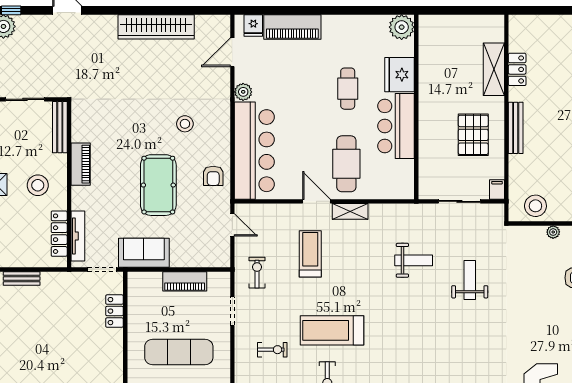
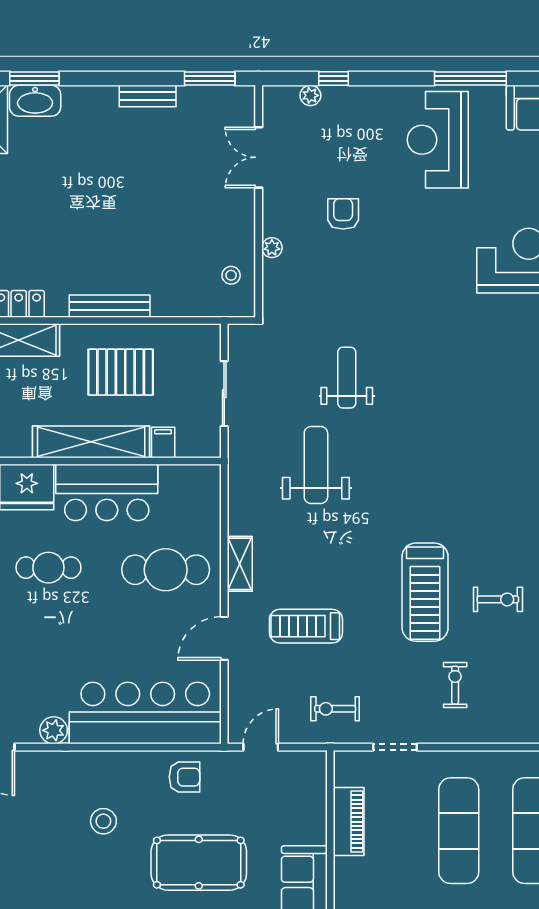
shelving: (428, 116) -> (91, 442), added
filing cabinet: (497, 190) -> (163, 442), moved, turned 90
door: (317, 201) -> (224, 638), moved
stool: (535, 206) -> (231, 275), width x0.53, depth x0.53
weight bench: (414, 260) -> (316, 465), width x1.36, depth x1.33
weight bench: (470, 280) -> (347, 378), turned 90

